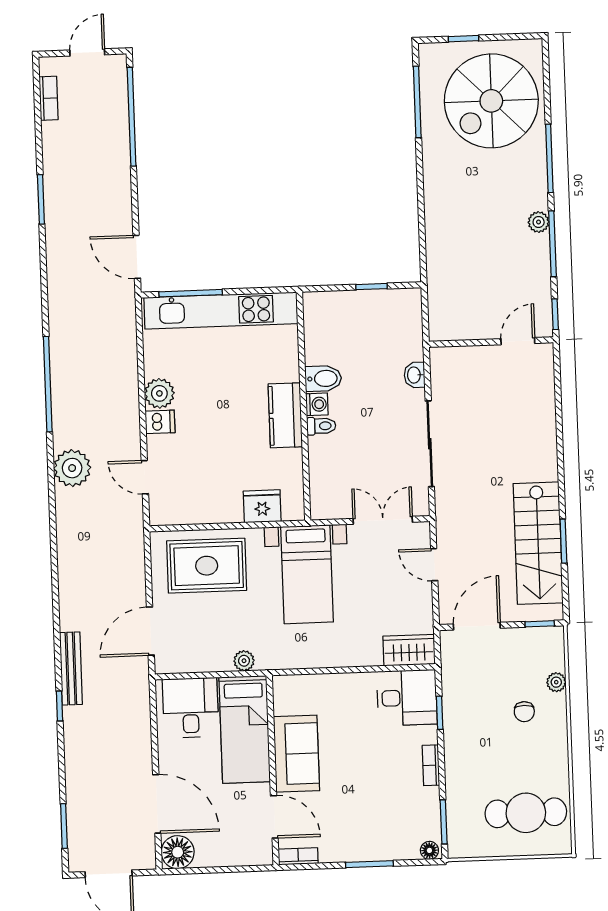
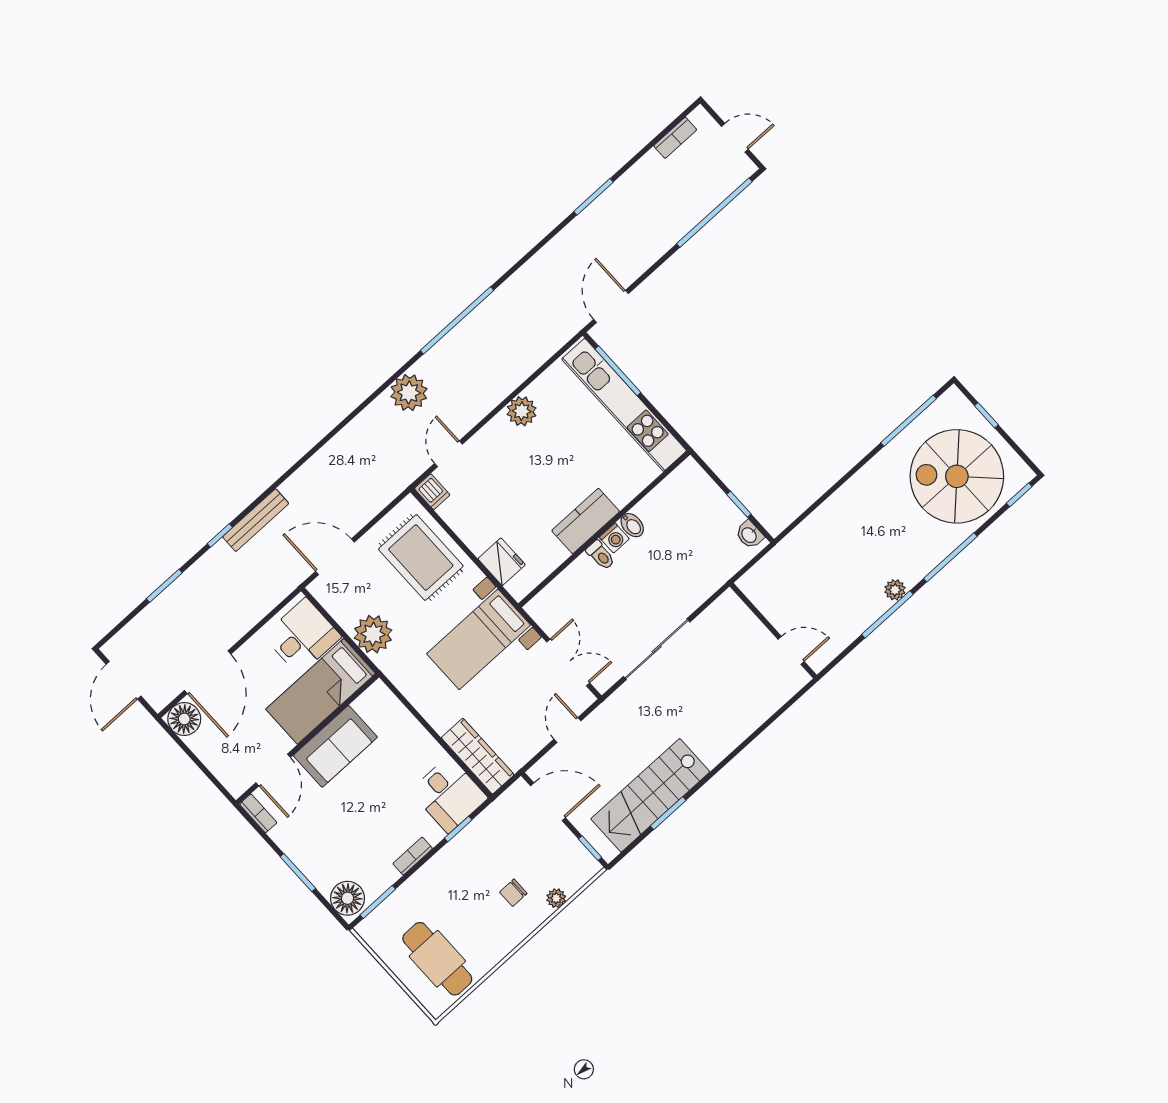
window: (555, 314) -> (1019, 495), moved
washbasin: (414, 375) -> (749, 535), moved, turned -90
bidet: (323, 379) -> (632, 525), width x0.72, depth x0.74
dishwasher: (160, 422) -> (432, 492), moved
wardrobe: (409, 650) -> (478, 756), width x1.50
plant: (244, 661) -> (373, 634), width x1.88, depth x1.88
window: (64, 826) -> (164, 586), moved
floor lamp: (429, 850) -> (347, 898), width x1.89, depth x1.89

